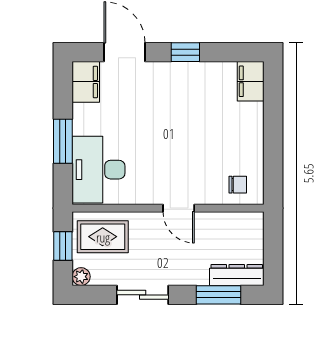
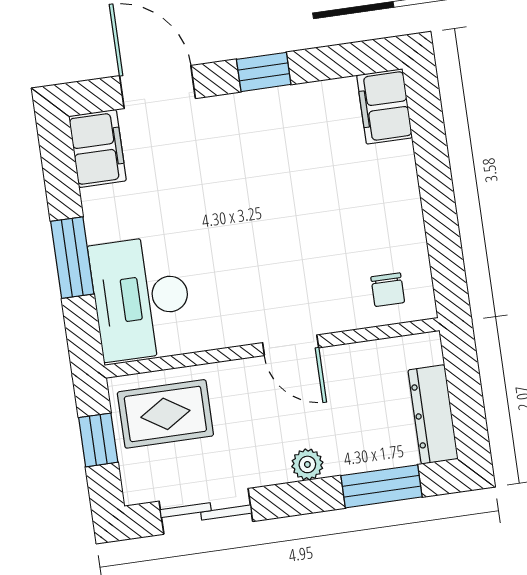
chair: (238, 185) -> (388, 290), turned 90
dresser: (237, 275) -> (433, 414), moved, turned -90
plant: (81, 277) -> (307, 464), moved
sliding door: (143, 295) -> (206, 511), moved

